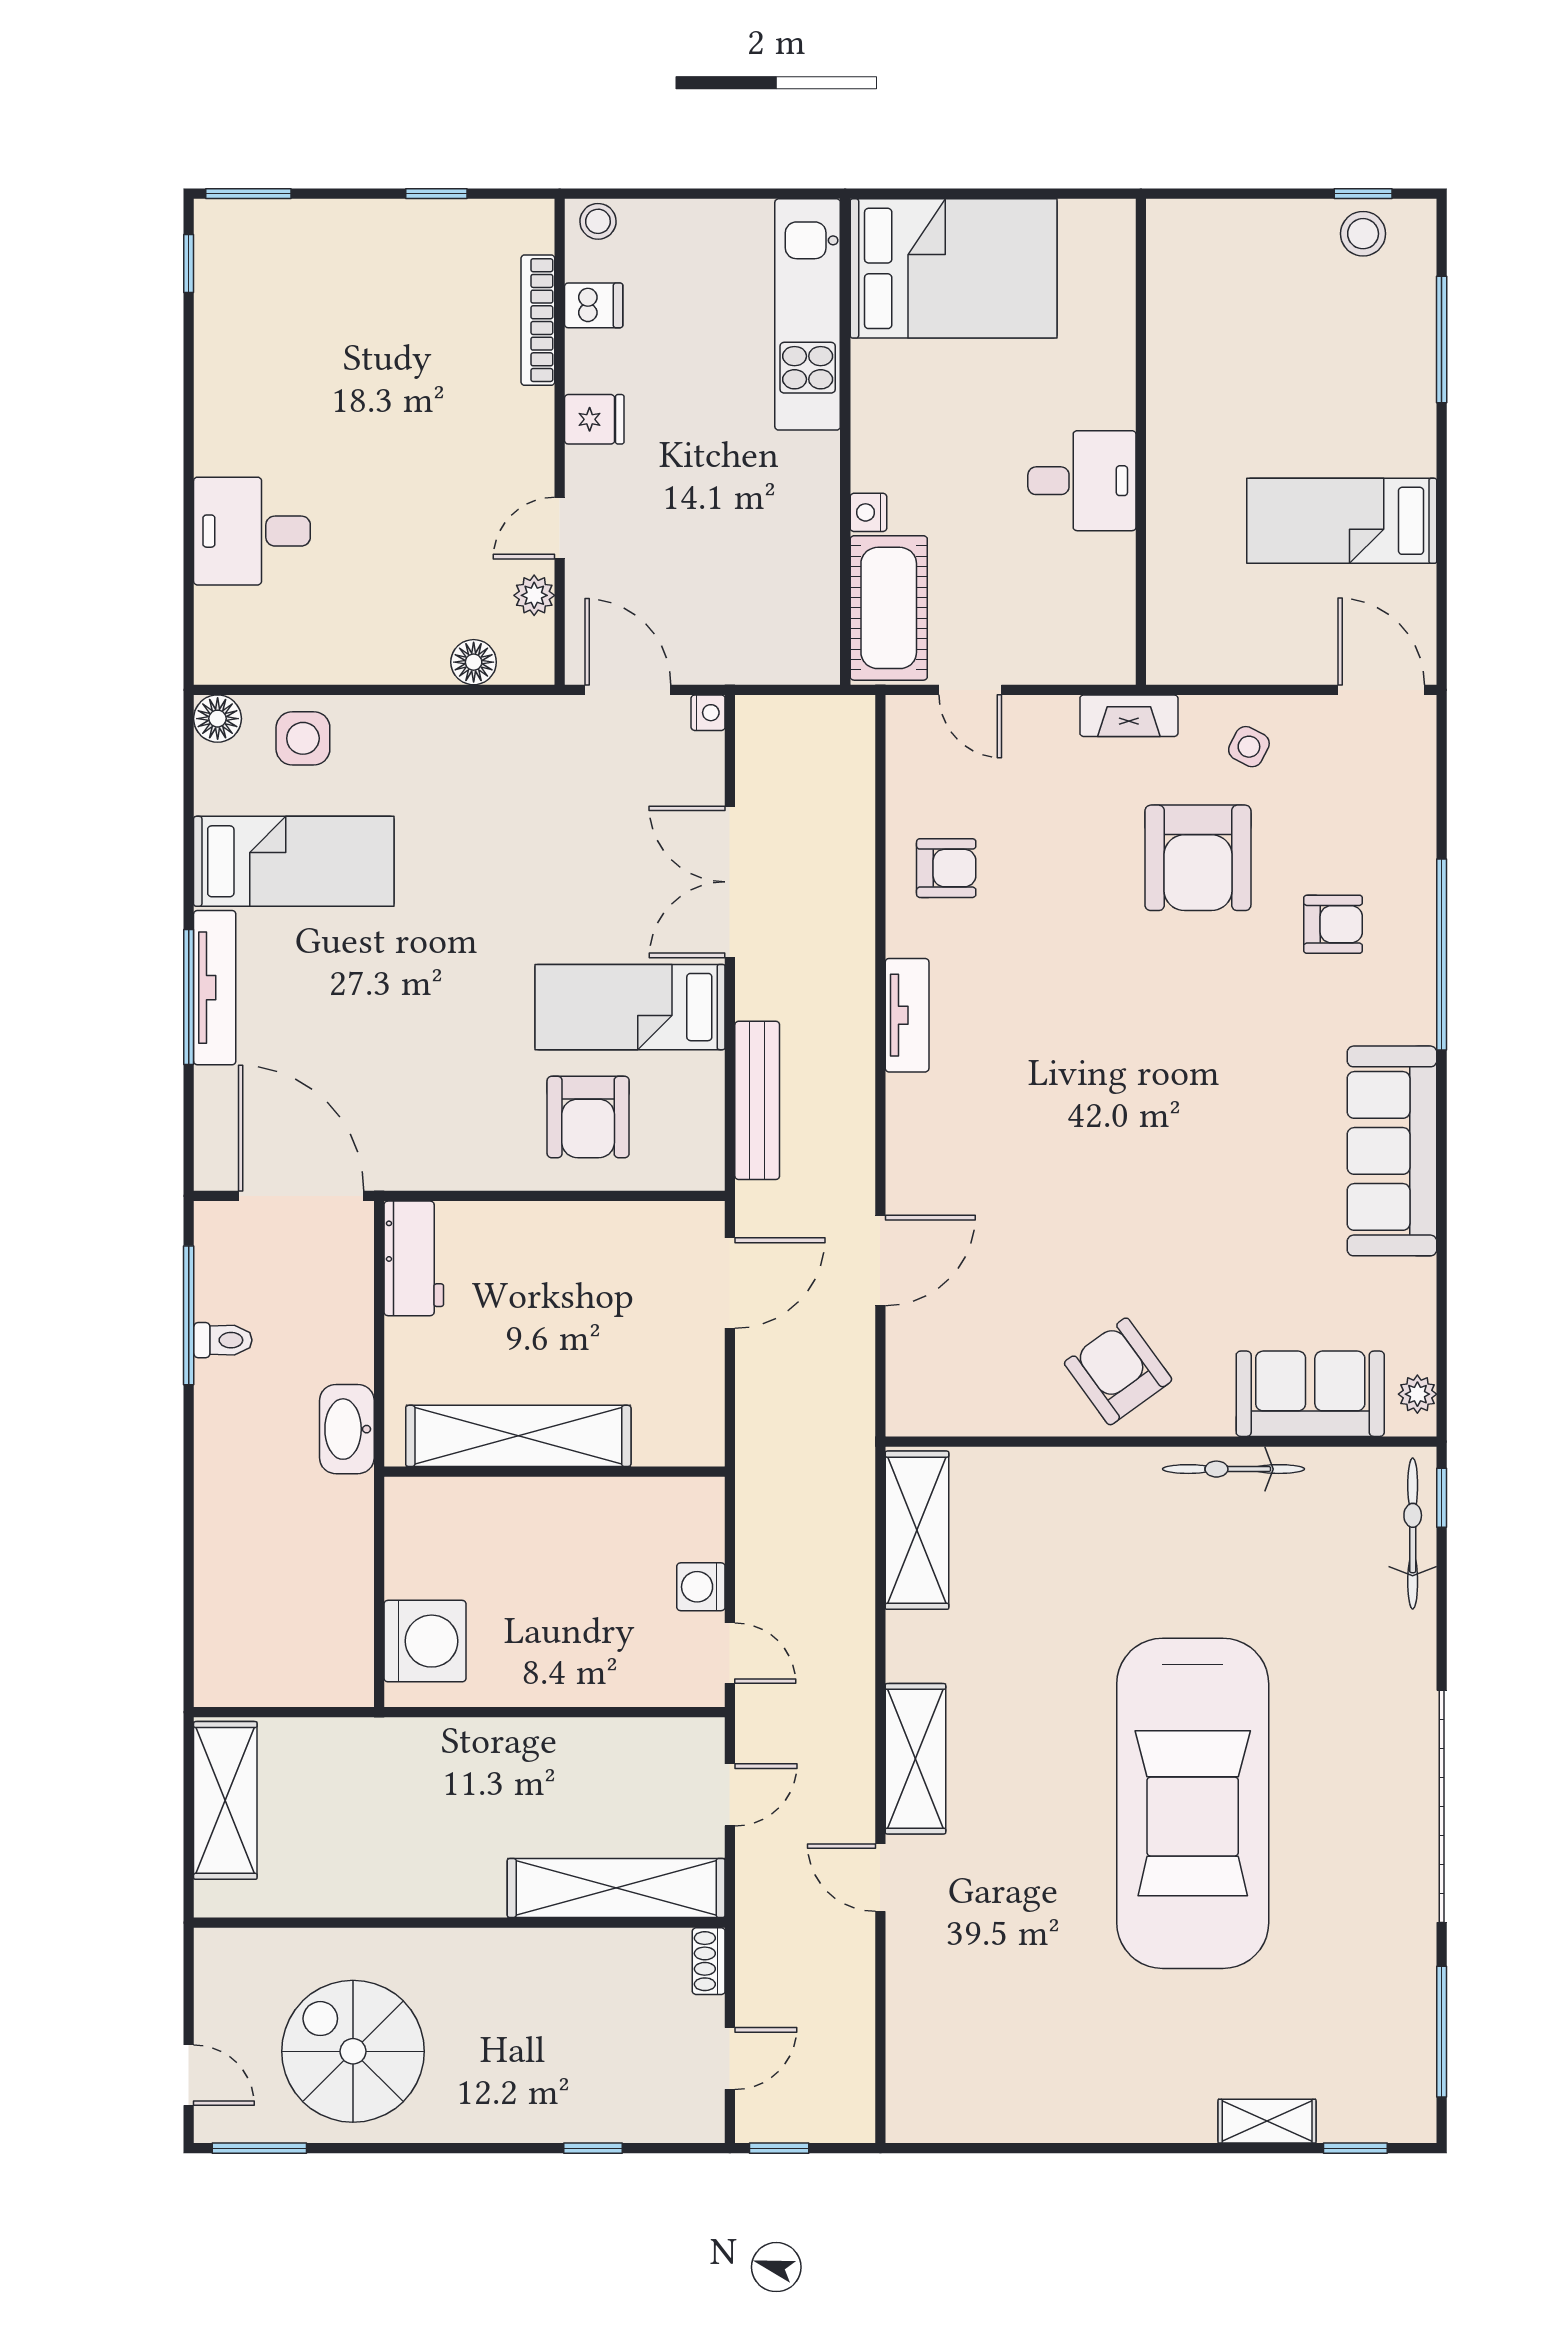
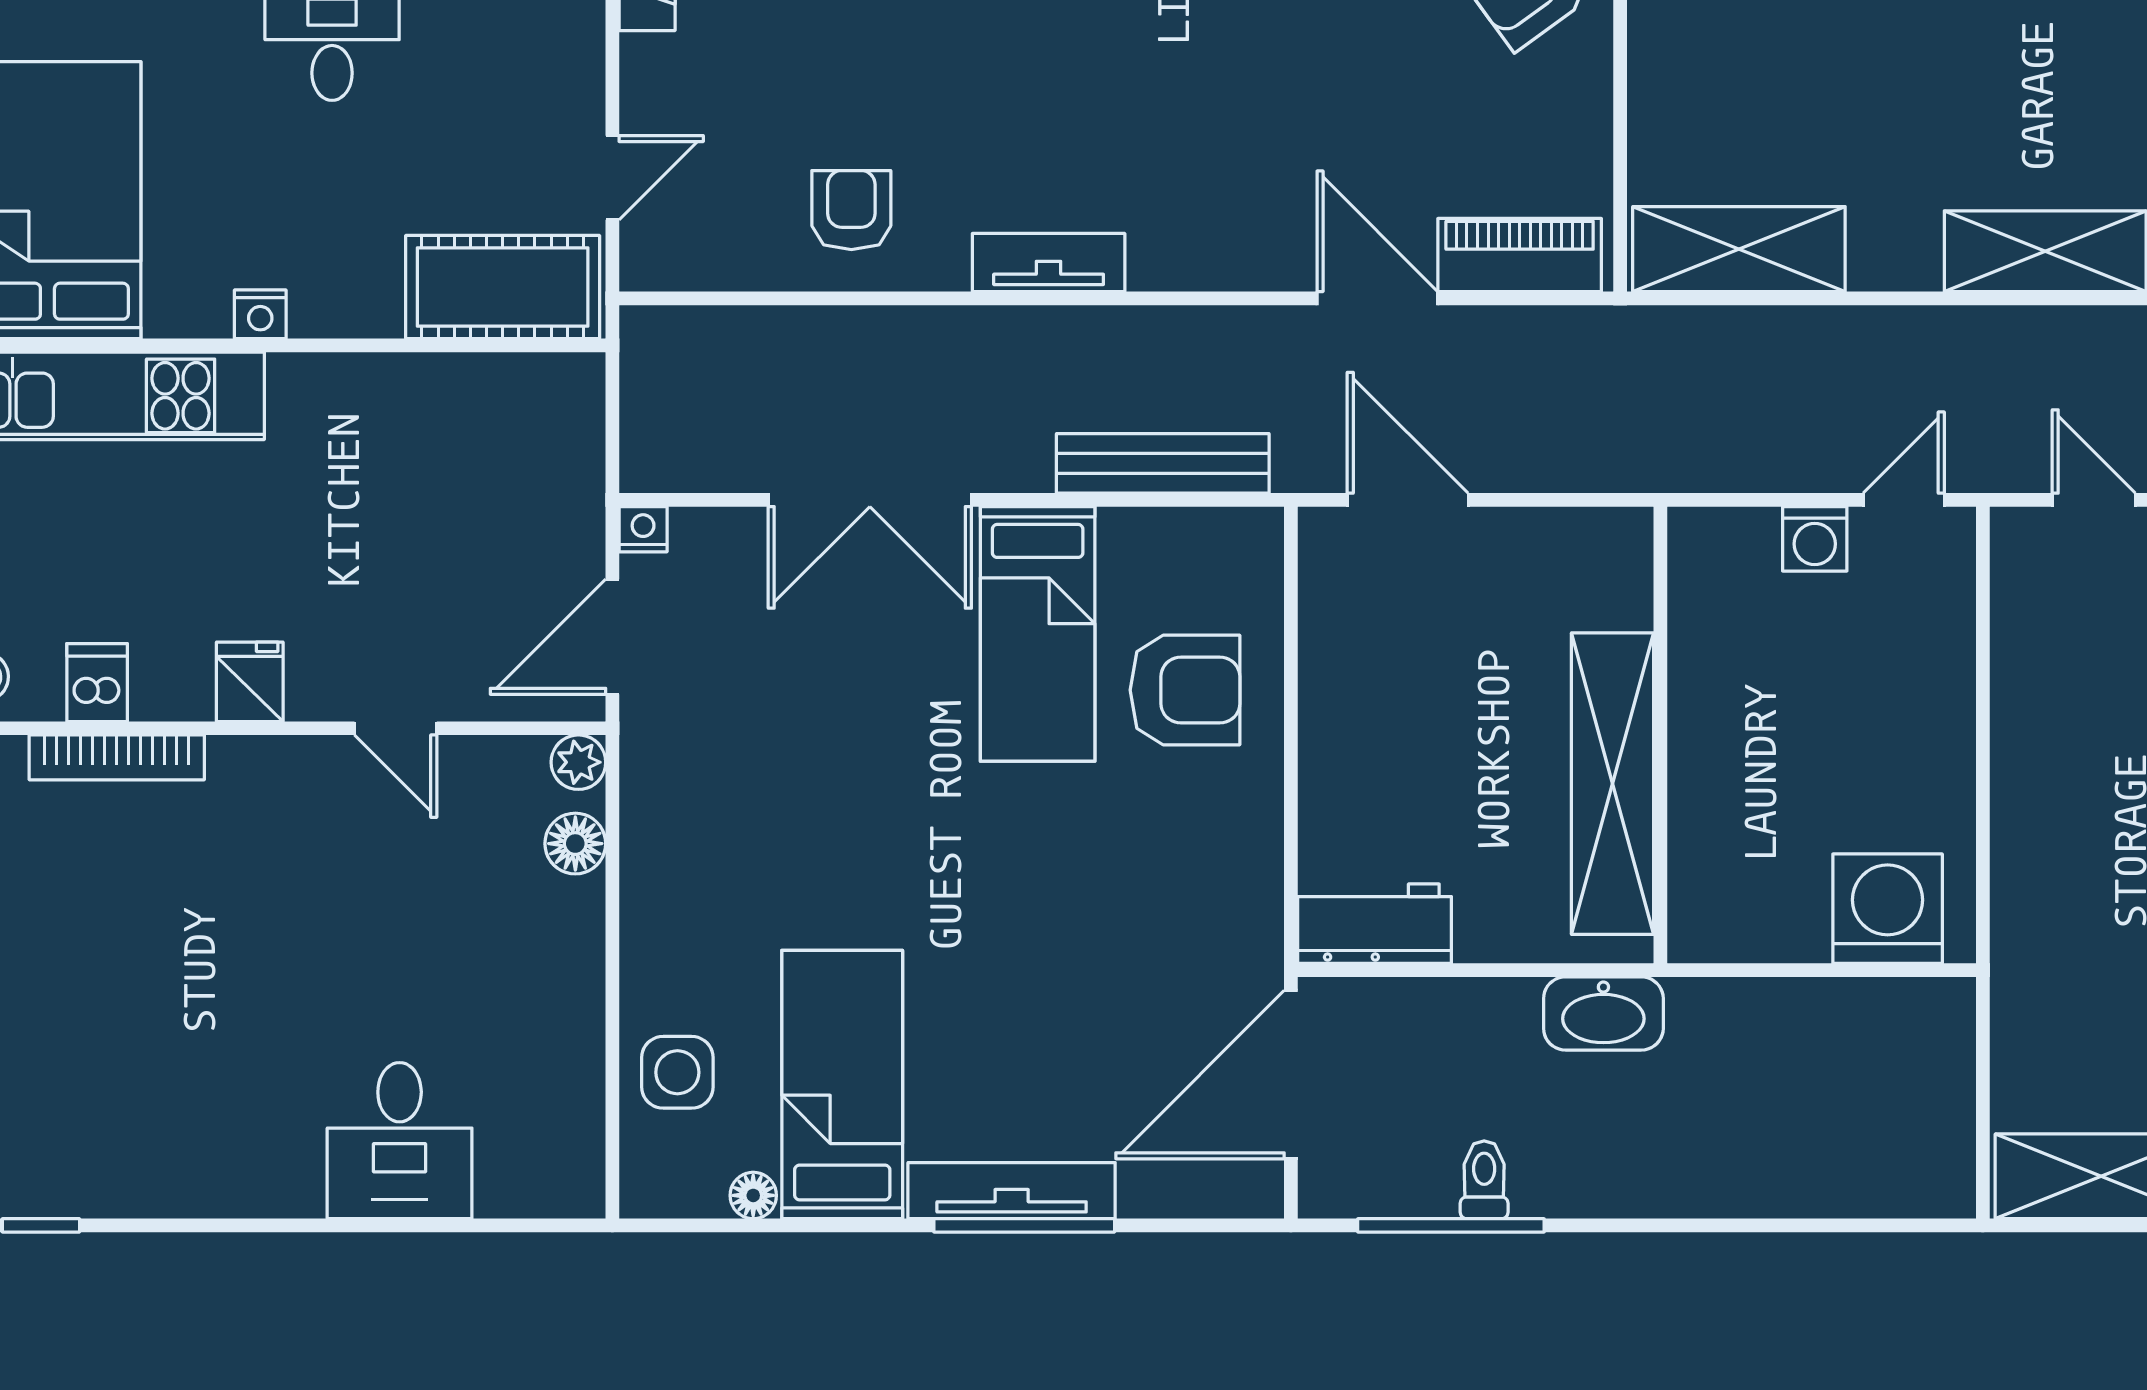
nightstand: (868, 512) -> (260, 314), moved
plant: (534, 595) -> (578, 762), moved
floor lamp: (218, 719) -> (753, 1195), moved, width x0.73, depth x0.73
piano: (913, 1367) -> (1520, 255), added

